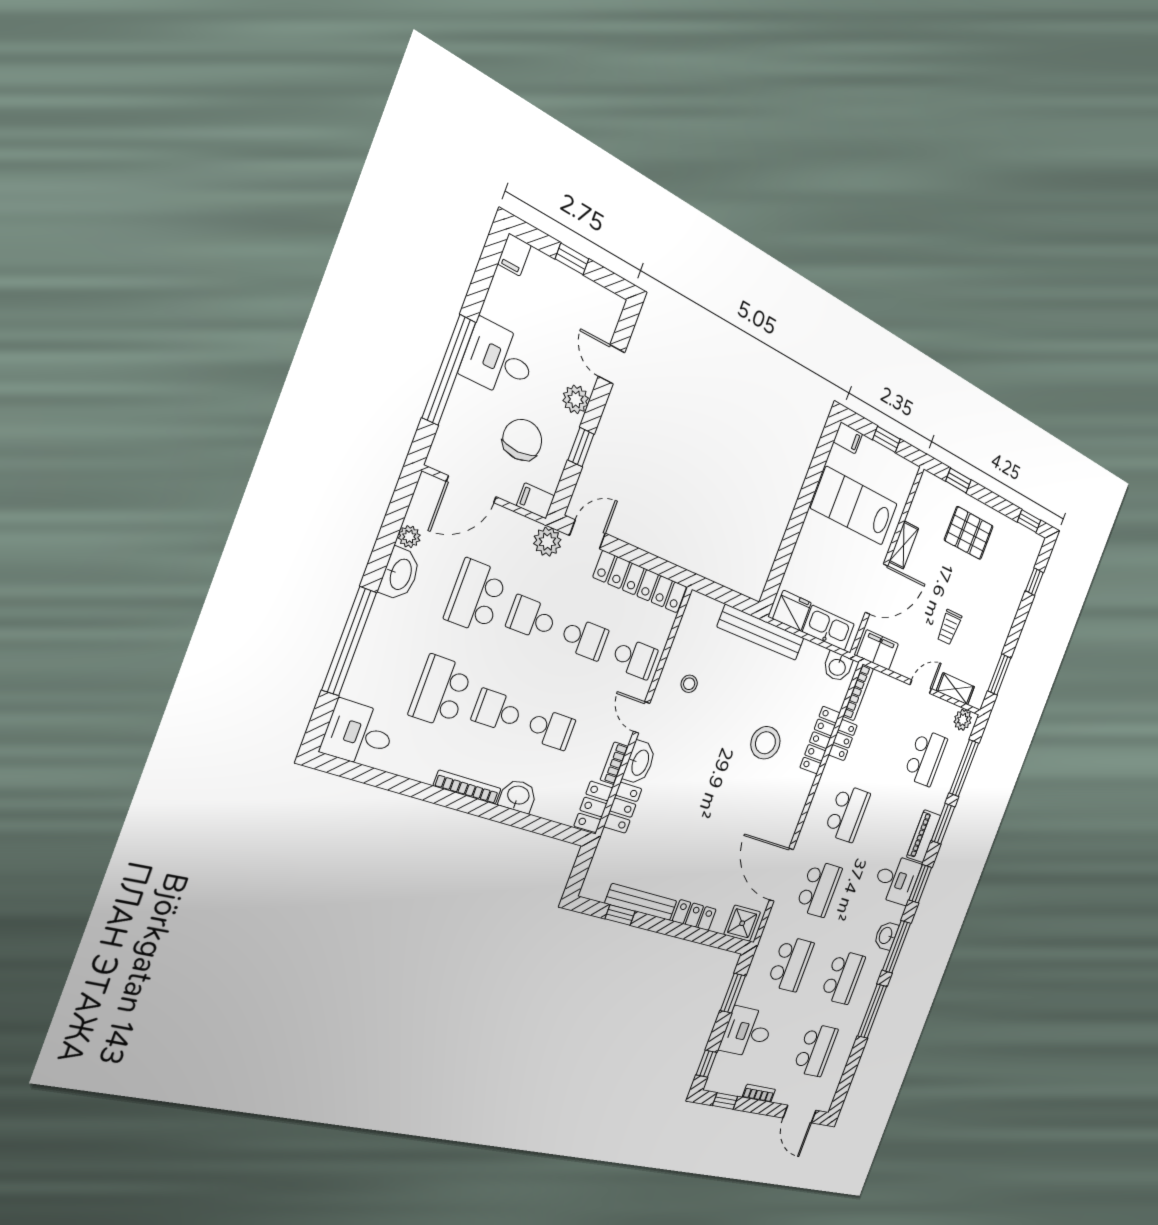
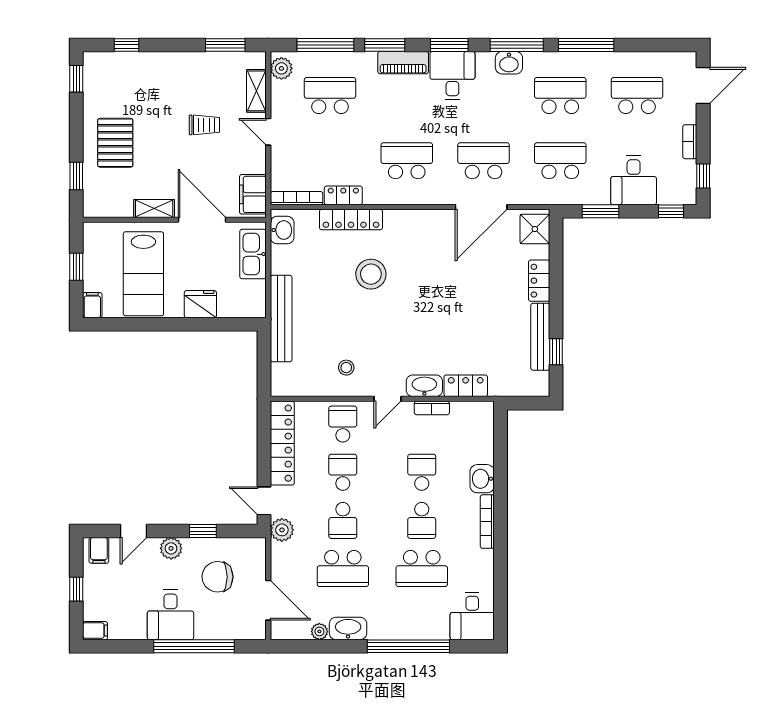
filing cabinet: (535, 501) -> (99, 550), moved
fridge: (792, 611) -> (200, 304), moved, turned 90
locker: (593, 807) -> (473, 412), removed

